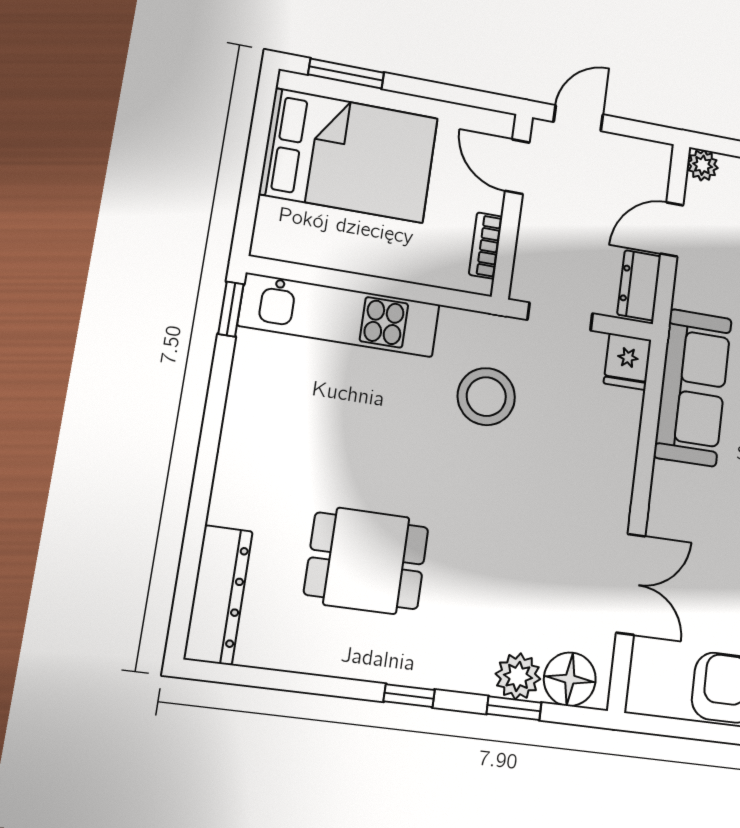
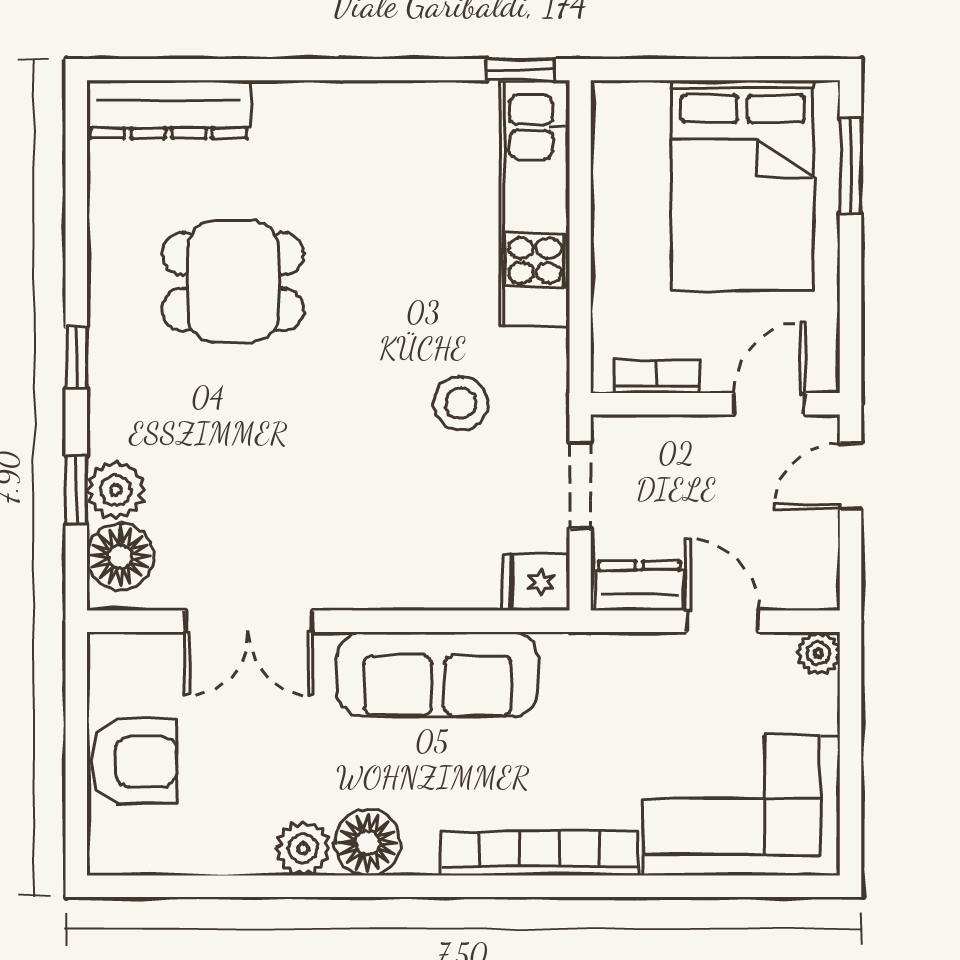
door: (578, 118) -> (851, 476), swing flipped
sofa: (693, 388) -> (438, 674), moved
stool: (486, 397) -> (461, 403), width x0.73, depth x0.73
dining table: (366, 561) -> (233, 282), turned 90

